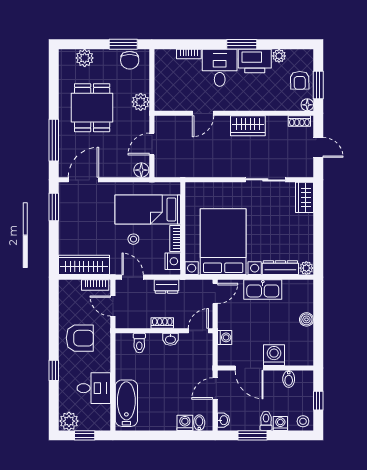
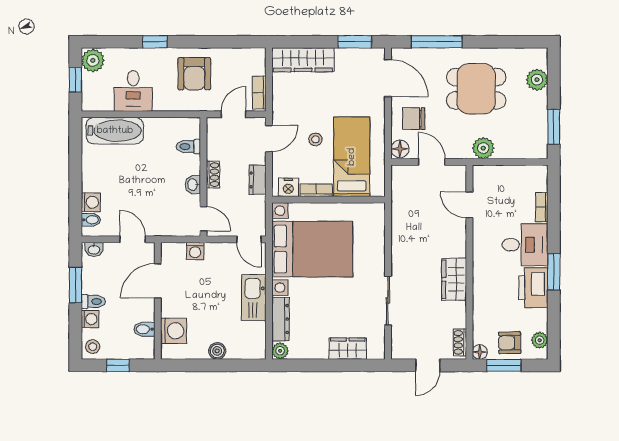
plant: (279, 56) -> (540, 340), moved
chair: (130, 60) -> (414, 119), moved
door: (203, 113) -> (469, 205), moved
wardrobe: (304, 197) -> (348, 349), moved
wardrobe: (84, 265) -> (303, 60), moved, turned 90
washing machine: (274, 355) -> (173, 331), moved

